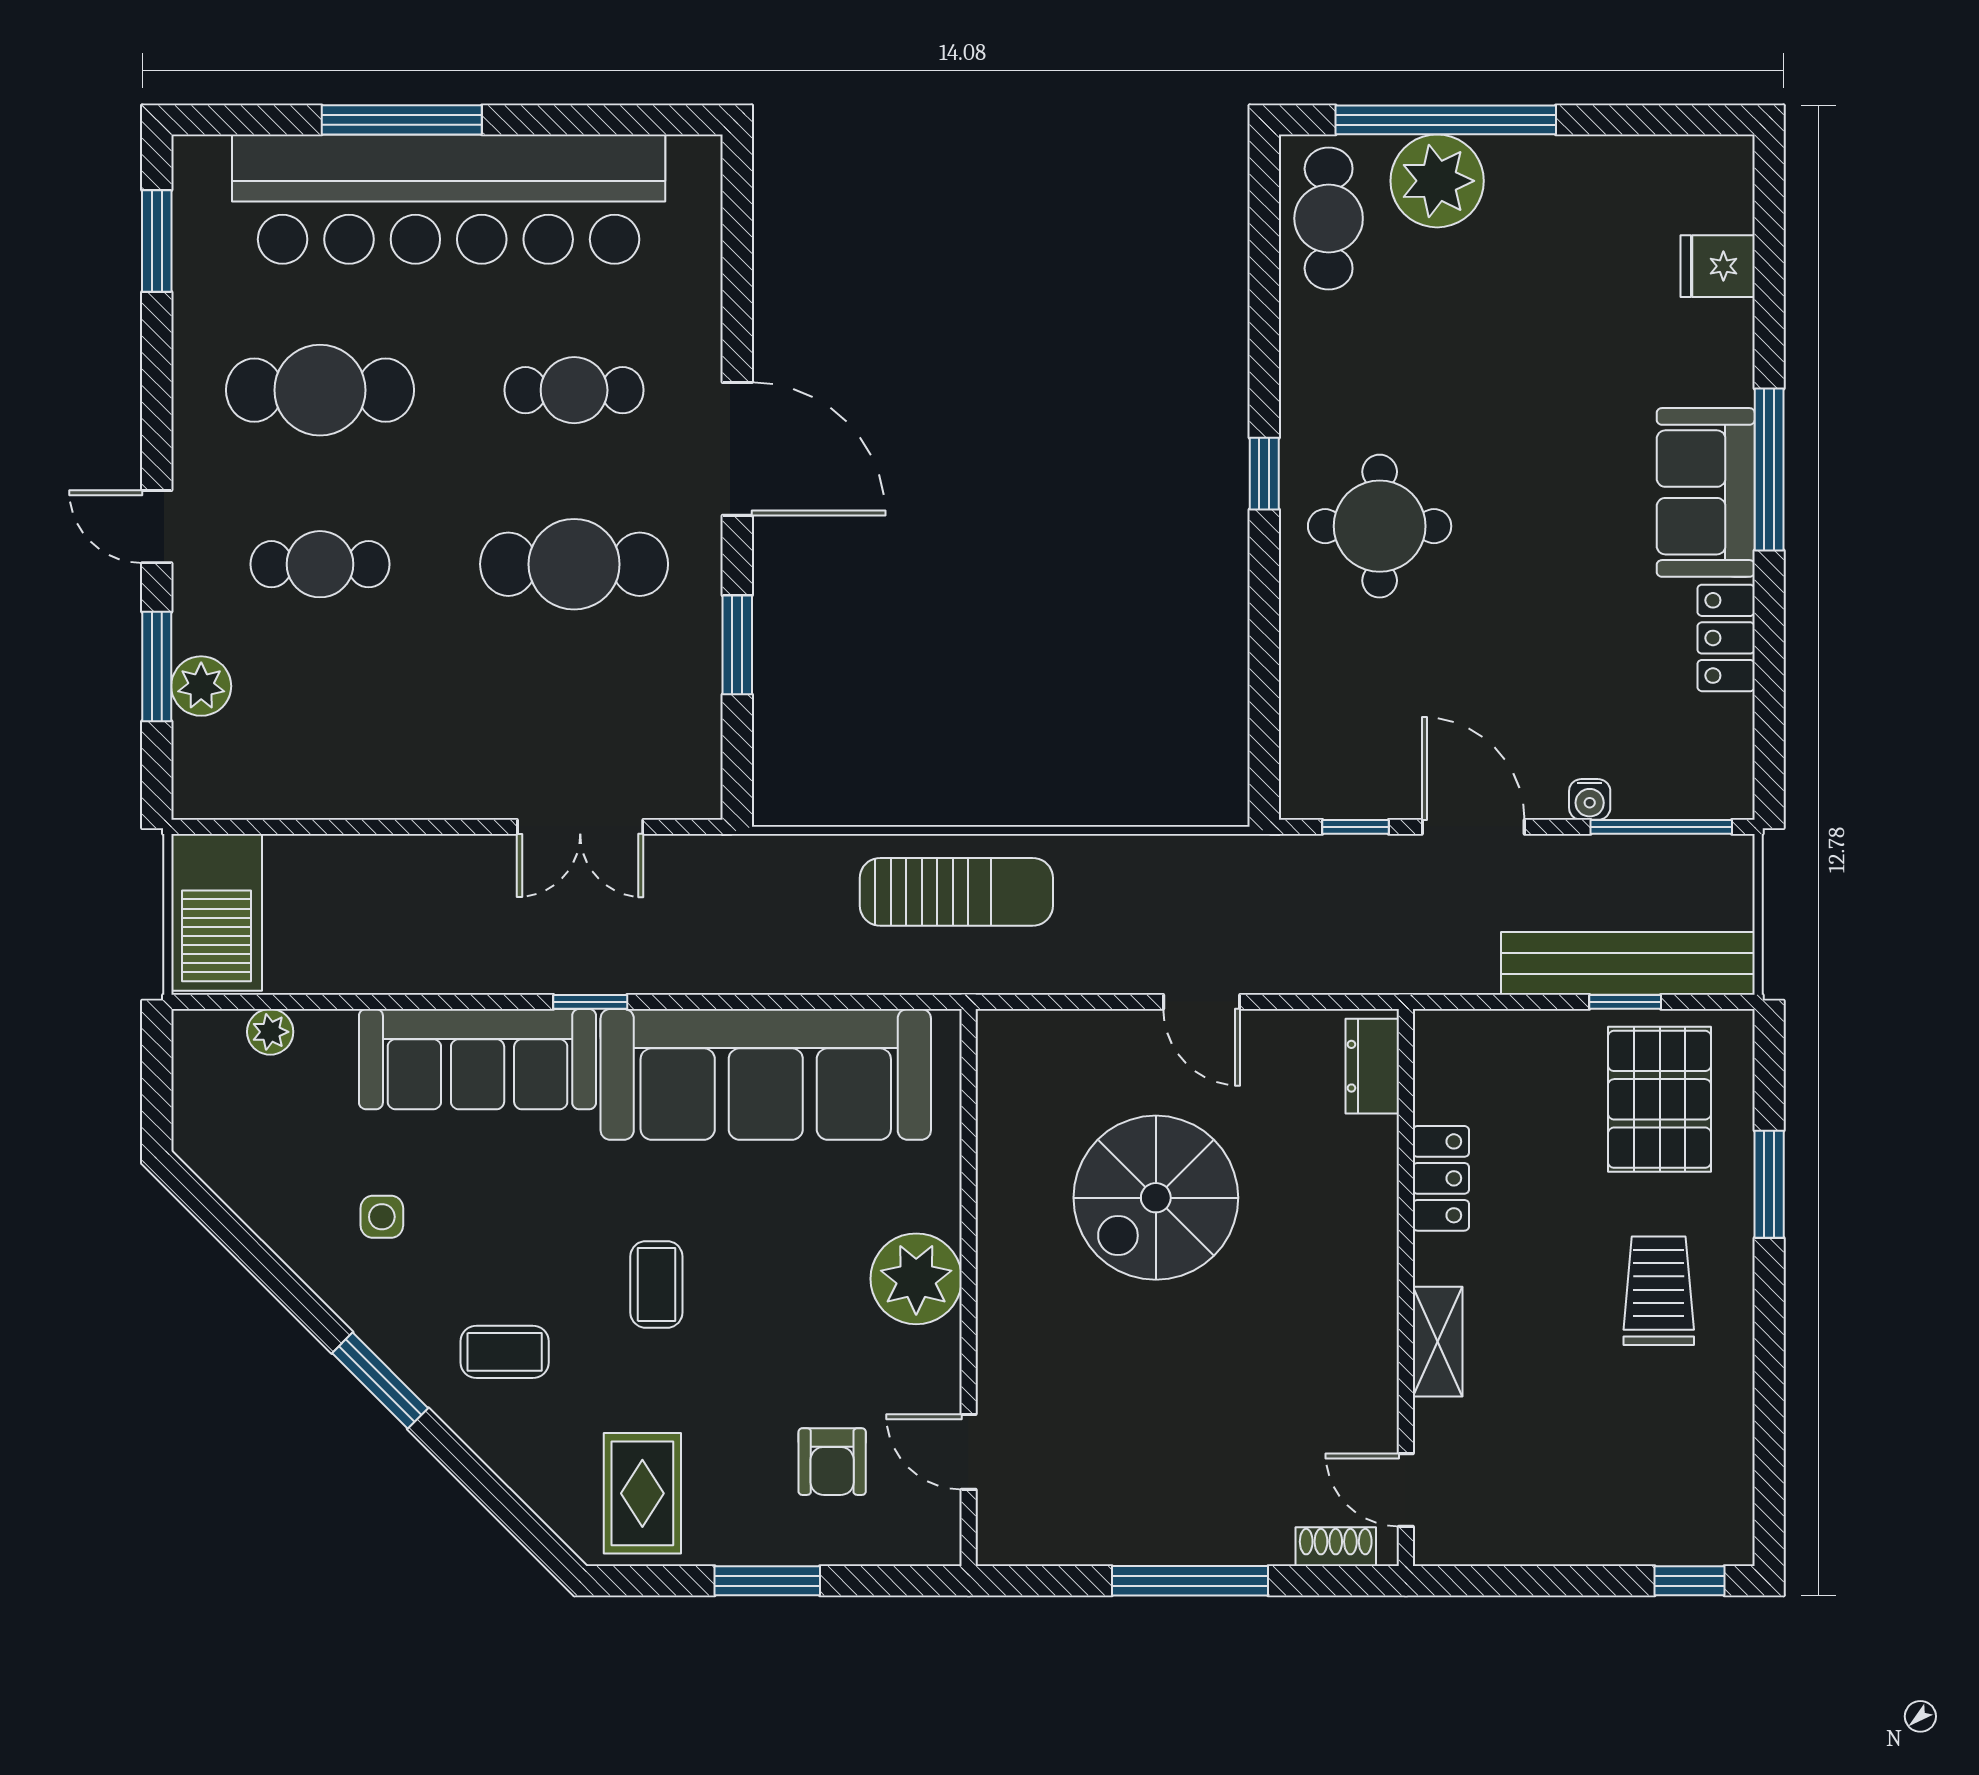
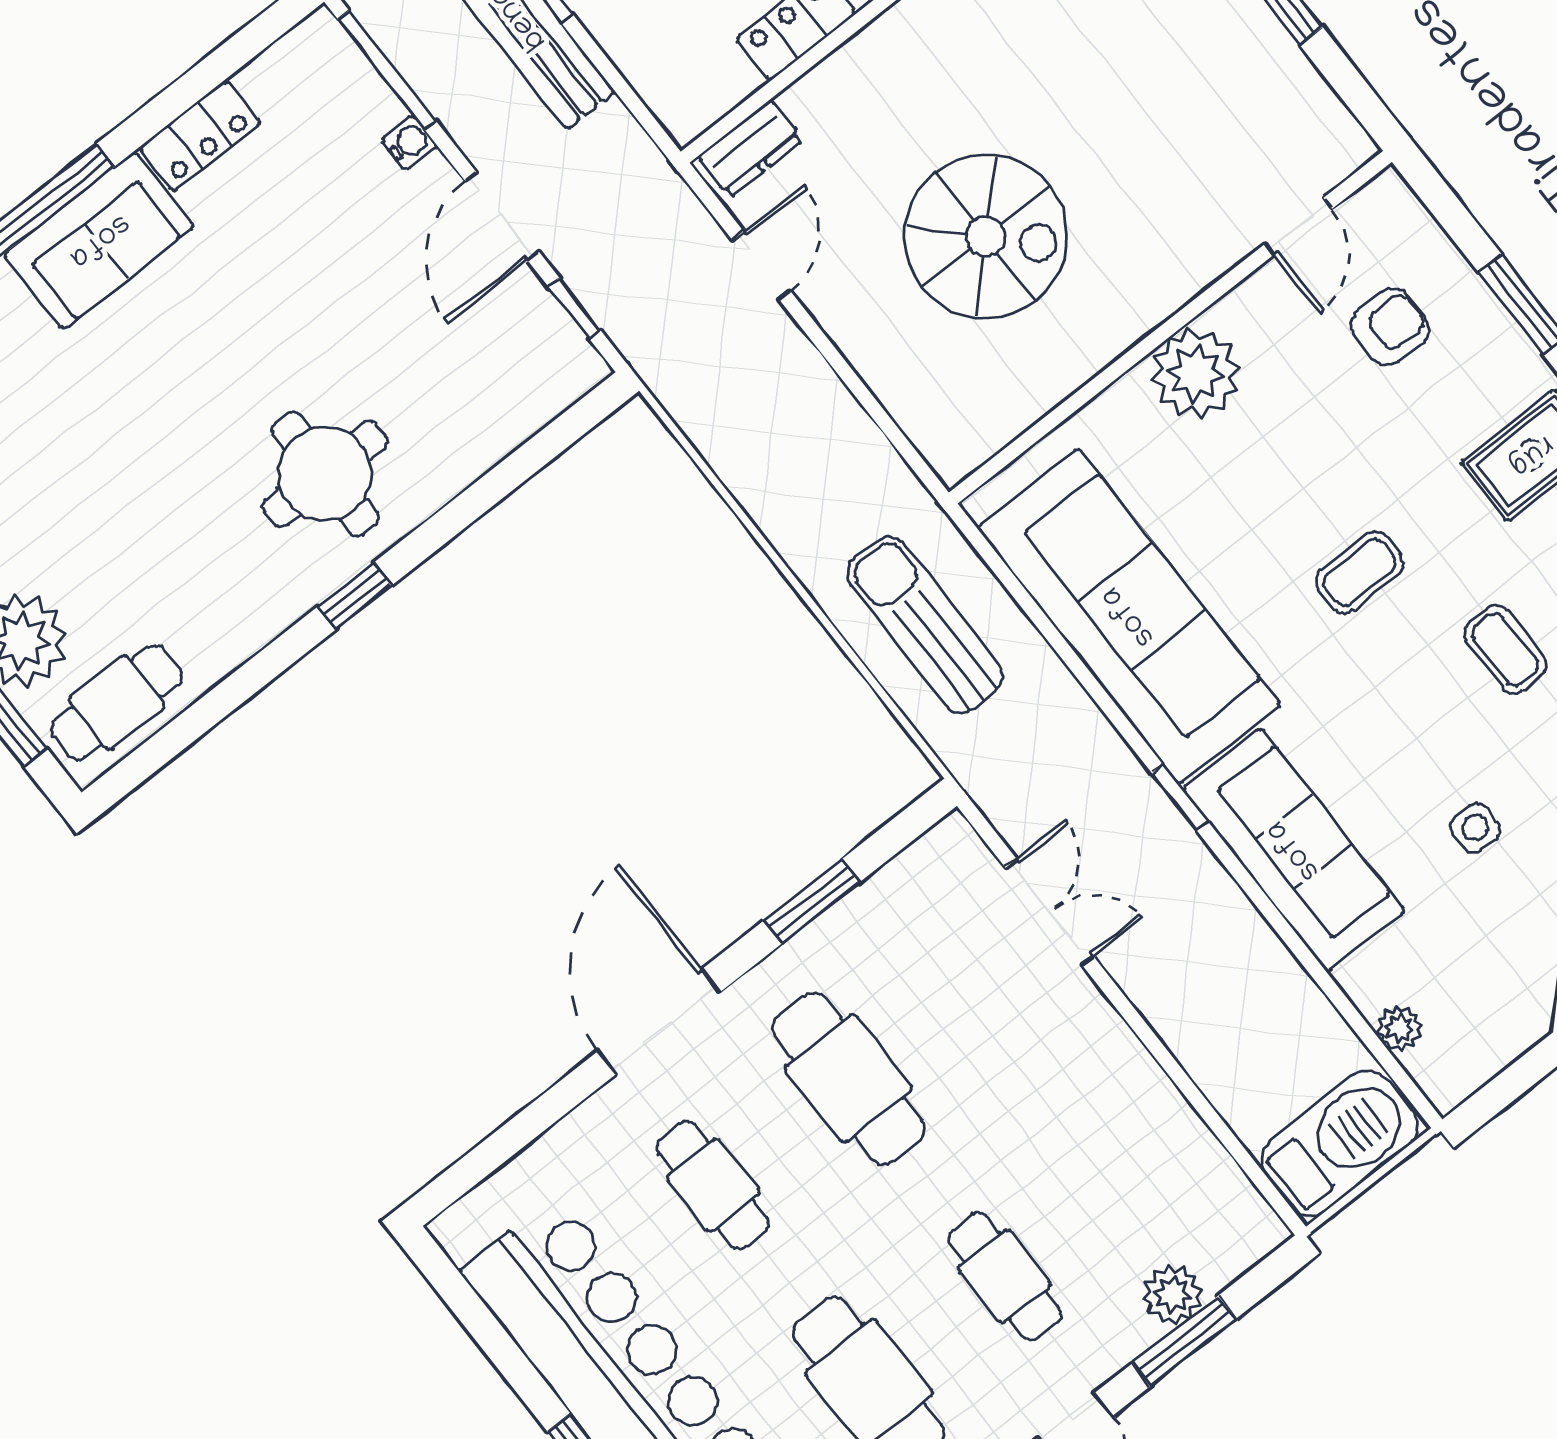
sun lounger: (956, 892) -> (925, 625), moved
door: (1202, 1002) -> (762, 266), moved

